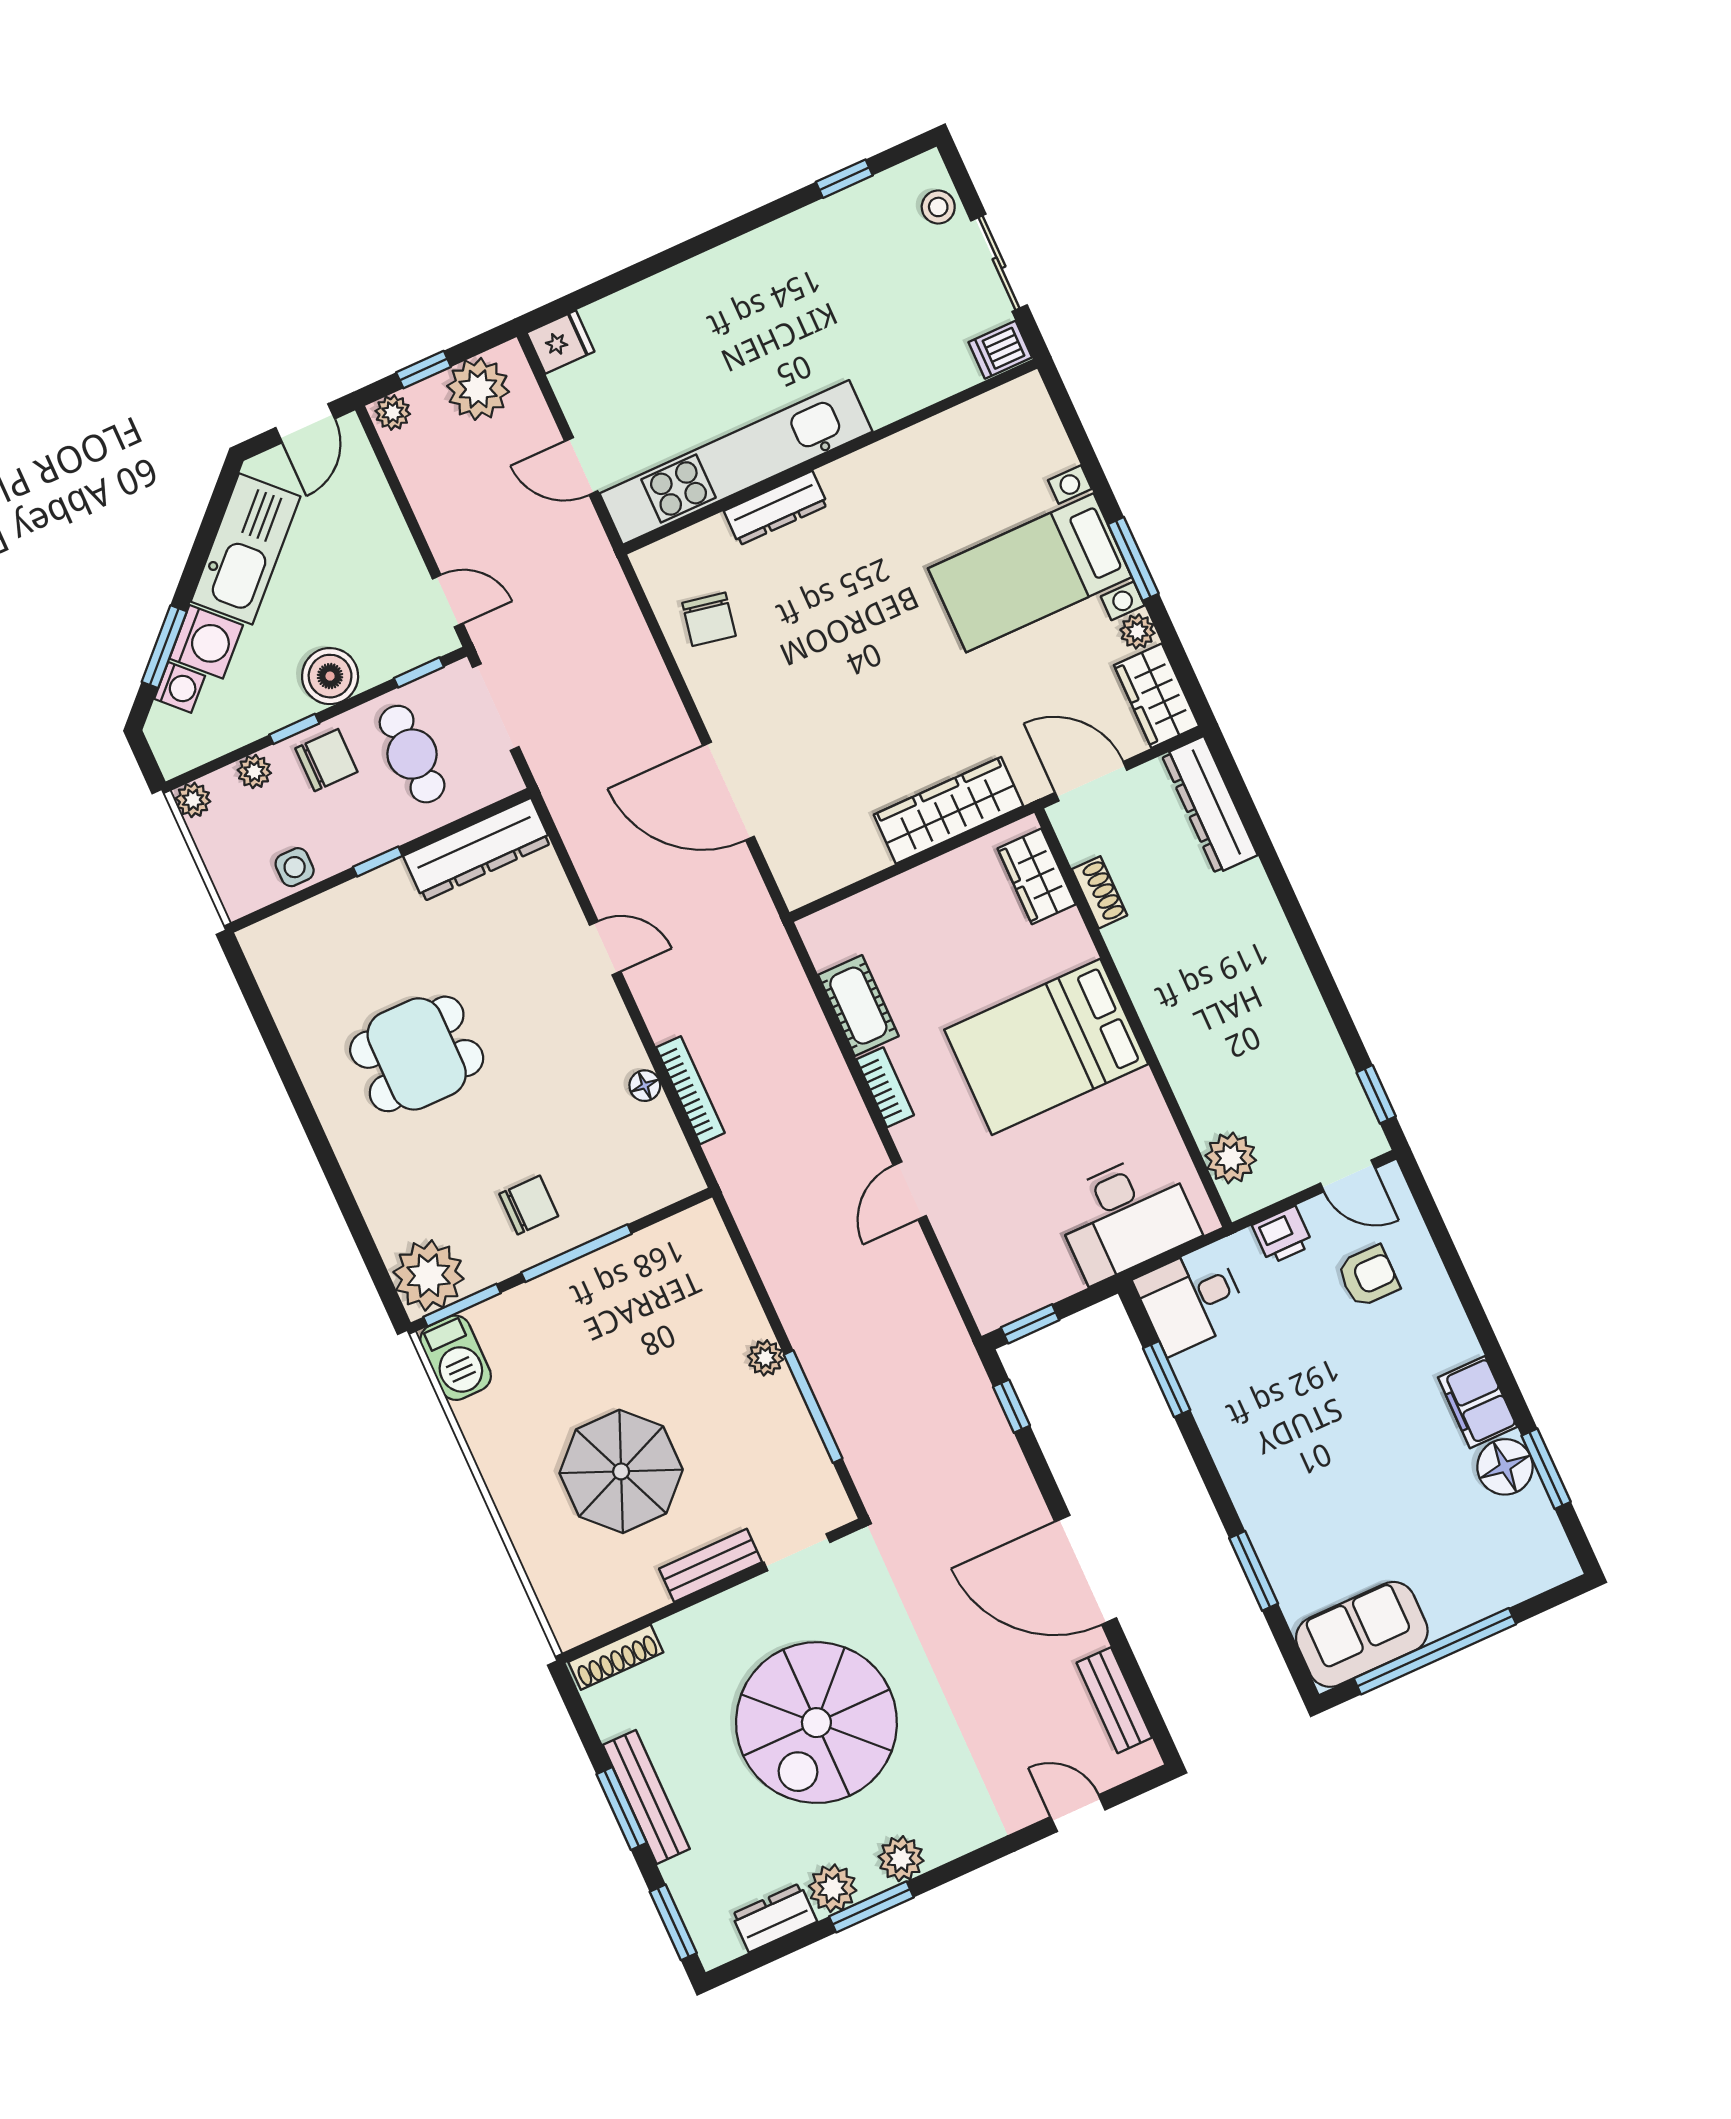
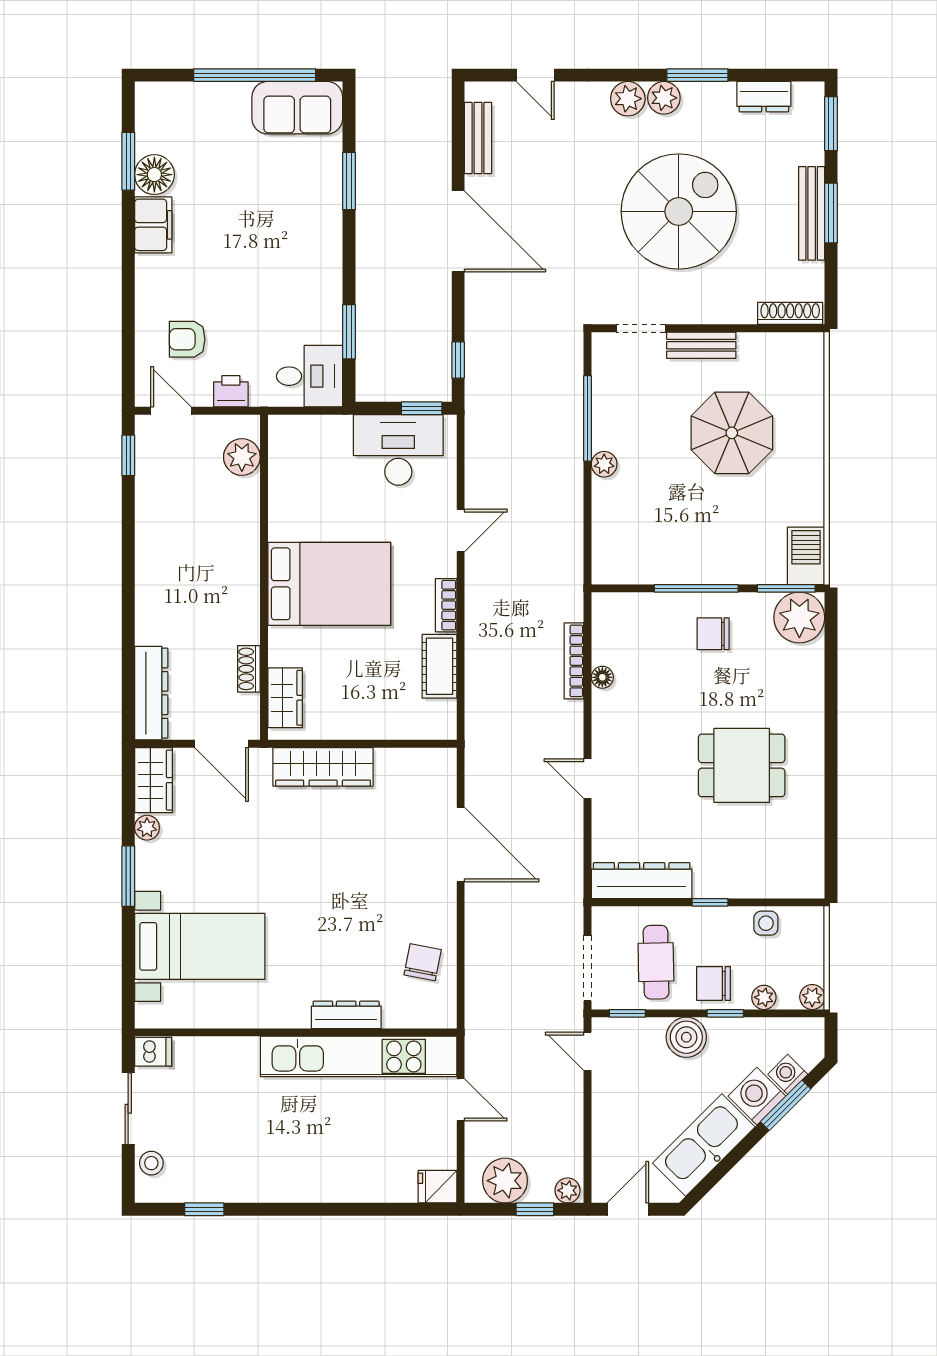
bed with nightstands: (1030, 573) -> (200, 946), moved
desk: (1126, 1216) -> (398, 450), moved
plant: (833, 1888) -> (628, 99), moved

